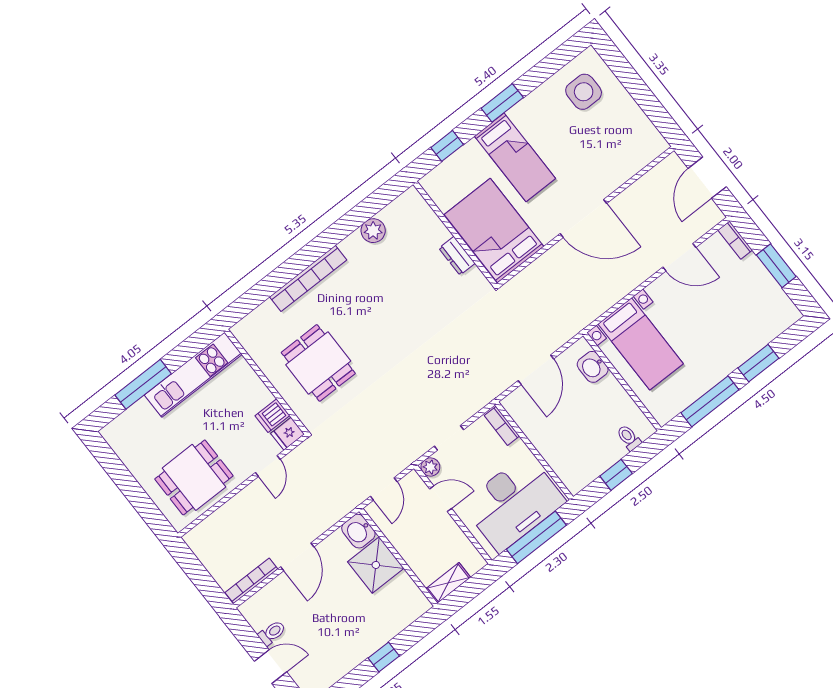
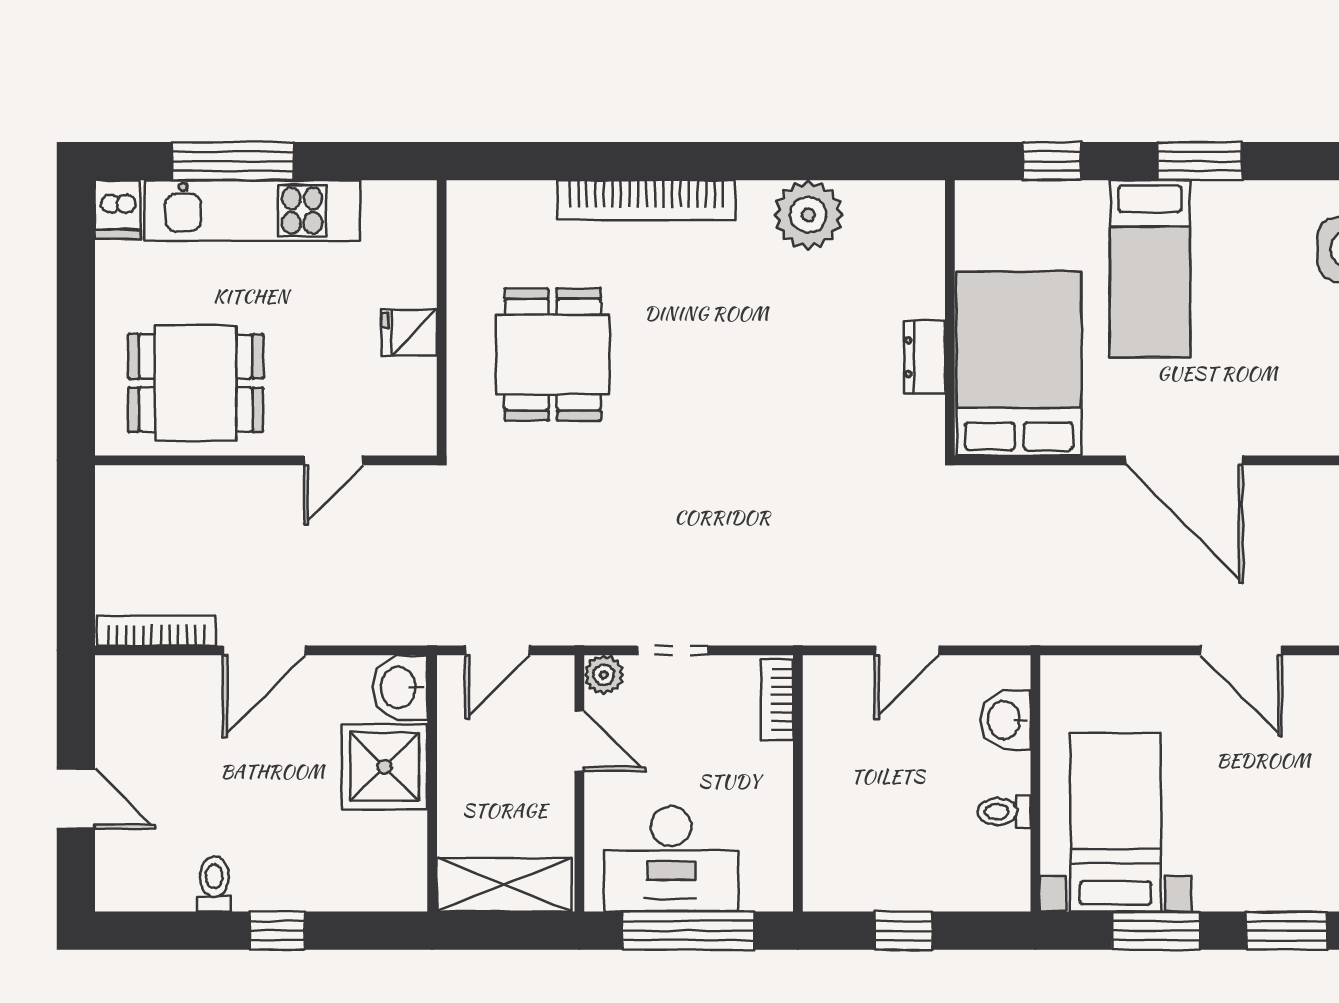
plant: (373, 231) -> (808, 215), width x1.36, depth x1.36
door: (679, 257) -> (1241, 650), moved
bed with nightstands: (641, 344) -> (1116, 822), moved, turned 180
door: (536, 370) -> (907, 650), width x0.73
kitchen unit: (193, 375) -> (252, 211), moved
window: (710, 401) -> (1156, 931), width x0.69
dishwasher: (272, 416) -> (118, 210), moved, turned -90
fridge: (288, 434) -> (409, 332), moved
toilet: (629, 438) -> (1004, 812), moved, turned -90
desk: (513, 503) -> (671, 859), width x0.73, depth x0.77
shelving: (448, 583) -> (504, 885), width x1.50, depth x1.33
toilet: (272, 633) -> (214, 884), moved, turned -90

